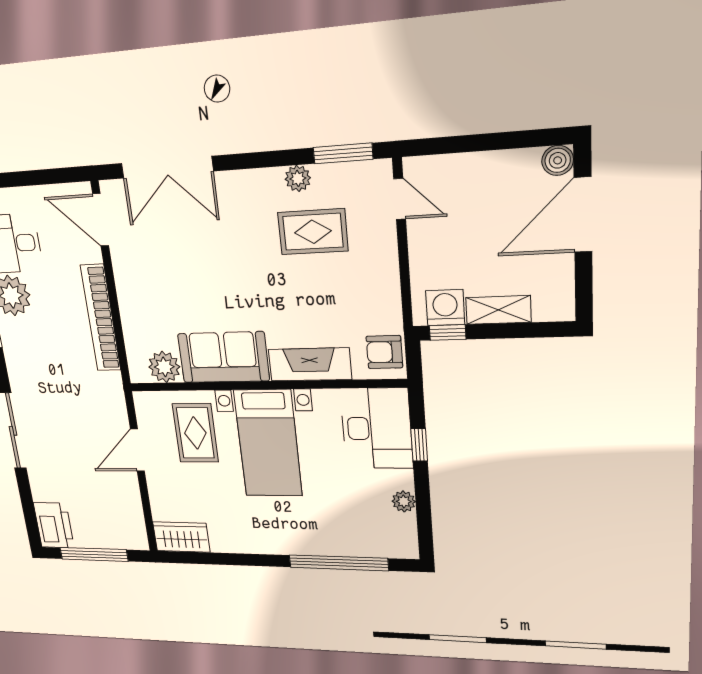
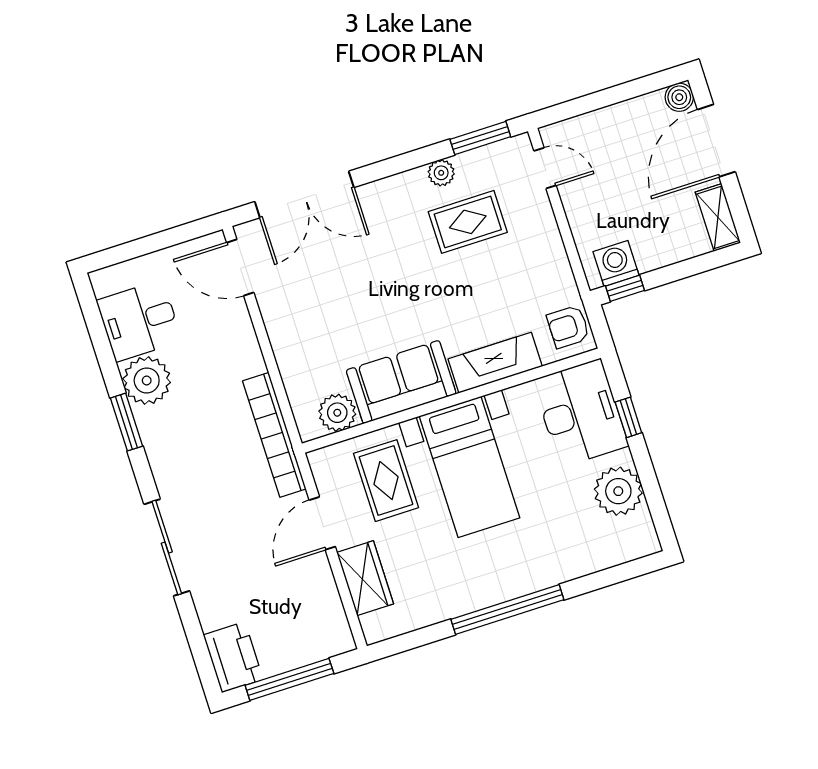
shelving: (498, 310) -> (718, 217), moved, turned 90
bookcase: (101, 318) -> (274, 435), moved
plant: (404, 501) -> (618, 491), width x1.87, depth x1.87
wardrobe: (181, 537) -> (365, 578), moved, turned 90
window: (338, 563) -> (507, 609), moved

